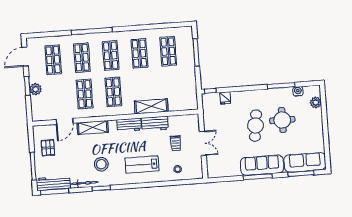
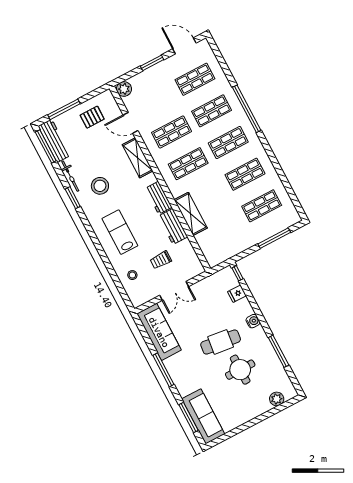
plant: (36, 89) -> (124, 89), moved
water cooler: (298, 91) -> (253, 321), moved
sofa: (262, 165) -> (159, 332), moved

